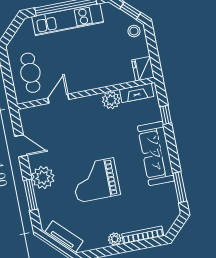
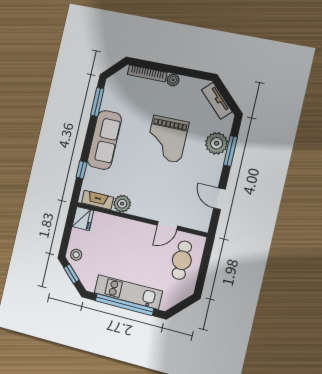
plant: (43, 178) -> (217, 143), moved
grand piano: (95, 180) -> (167, 139), turned 90

